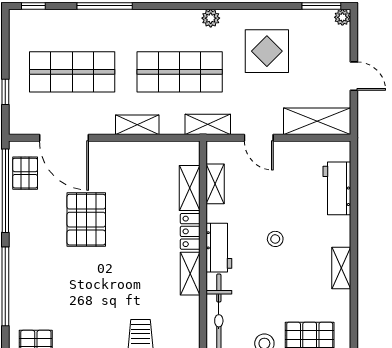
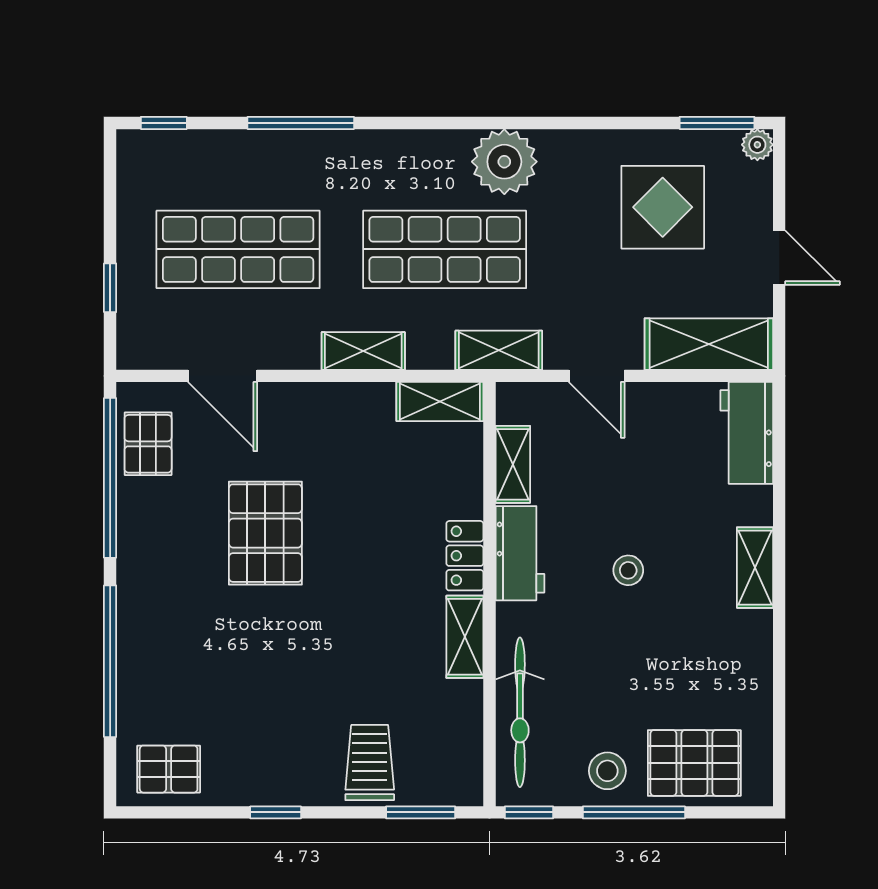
plant: (211, 18) -> (504, 162), width x1.88, depth x1.88
display table: (267, 51) -> (663, 207), moved
door: (64, 138) -> (223, 376), width x0.73
shelving: (190, 188) -> (440, 402), moved, turned 90
workbench: (337, 188) -> (747, 433), moved
workbench: (219, 248) -> (520, 553), moved
shelving: (341, 268) -> (755, 568), moved

